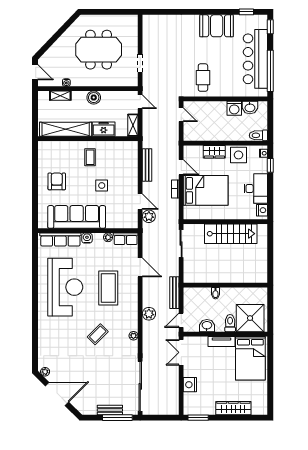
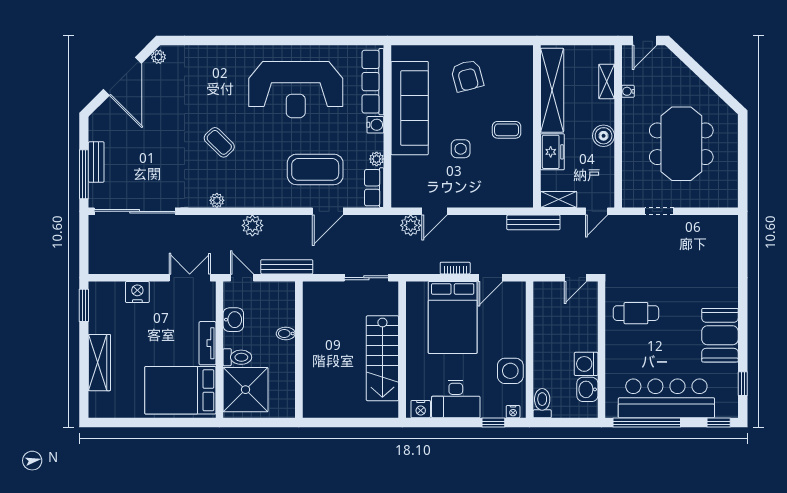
wardrobe: (214, 152) -> (516, 332), removed
bench: (147, 165) -> (533, 222), moved
armchair: (57, 181) -> (467, 76), turned 75
coffee table: (108, 288) -> (315, 169), moved

